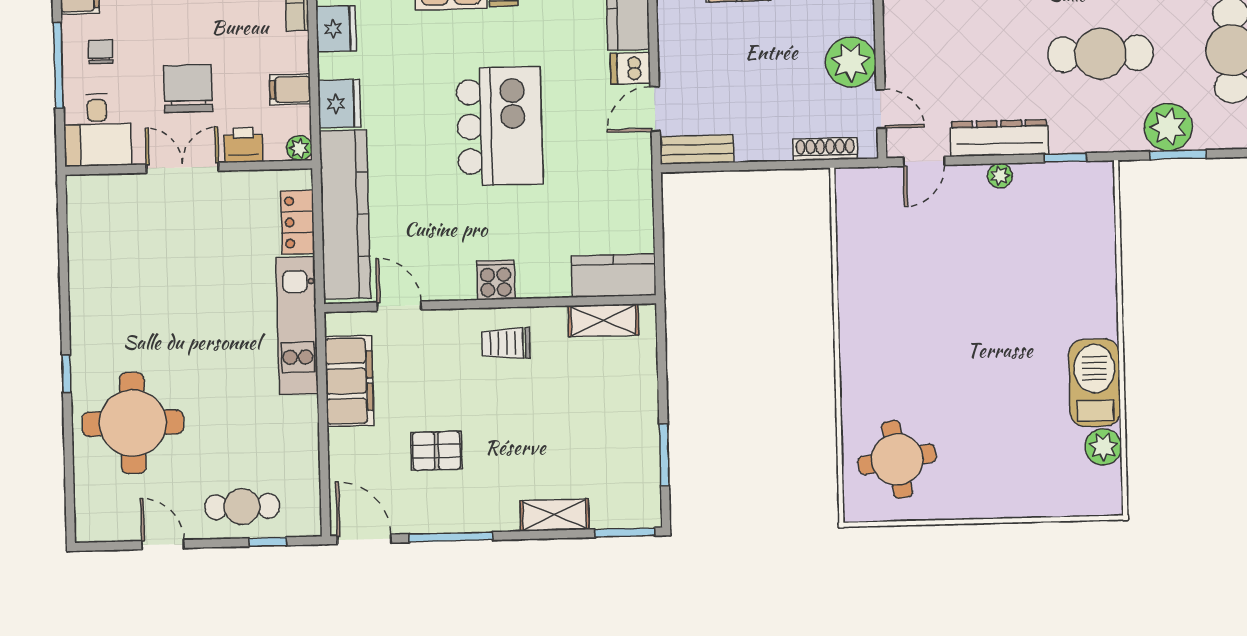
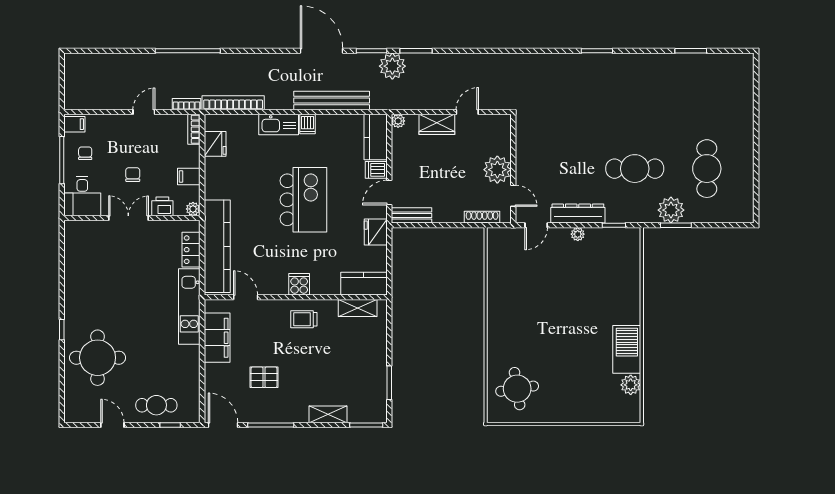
chair: (188, 88) -> (133, 175), width x0.54, depth x0.54
fridge: (339, 104) -> (376, 232), moved, turned 180

